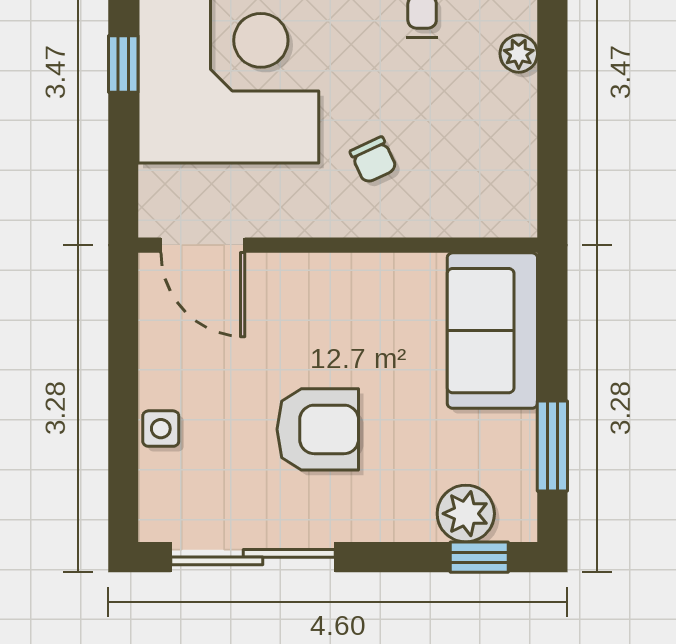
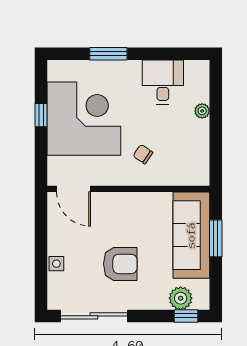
chair: (373, 160) -> (143, 154), turned 149
sofa: (492, 331) -> (191, 235), width x1.36
window: (552, 446) -> (216, 238), moved

